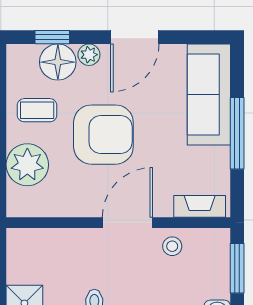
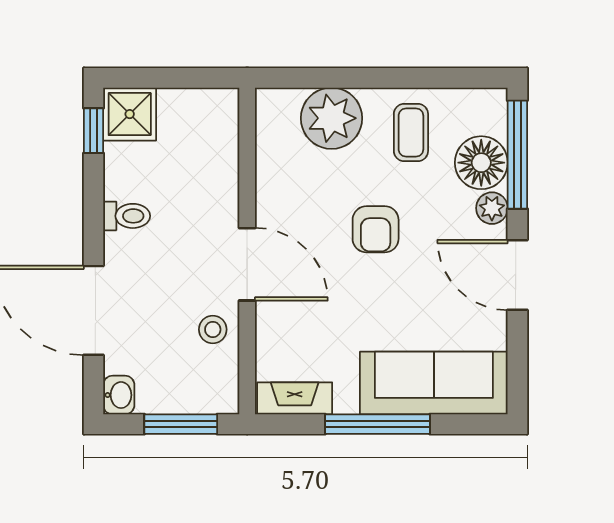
window: (52, 37) -> (517, 155), width x2.17
armchair: (103, 135) -> (376, 229), width x0.53, depth x0.53
fireplace: (200, 206) -> (295, 398), moved, turned -90

